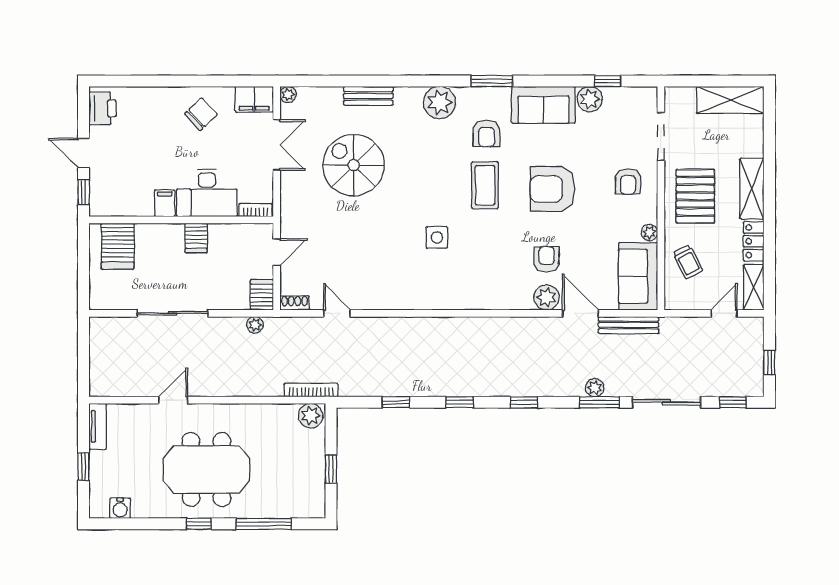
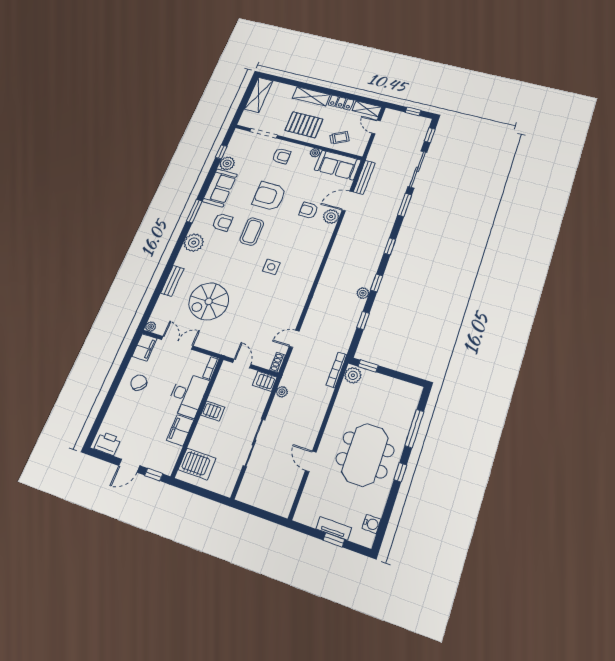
coffee table: (485, 185) -> (252, 232), turned 90
armchair: (552, 189) -> (269, 196), turned 90
filing cabinet: (165, 203) -> (180, 430), width x2.00
plant: (595, 388) -> (363, 293), moved
tv unit: (98, 426) -> (334, 528), moved
window: (331, 469) -> (368, 366), moved

